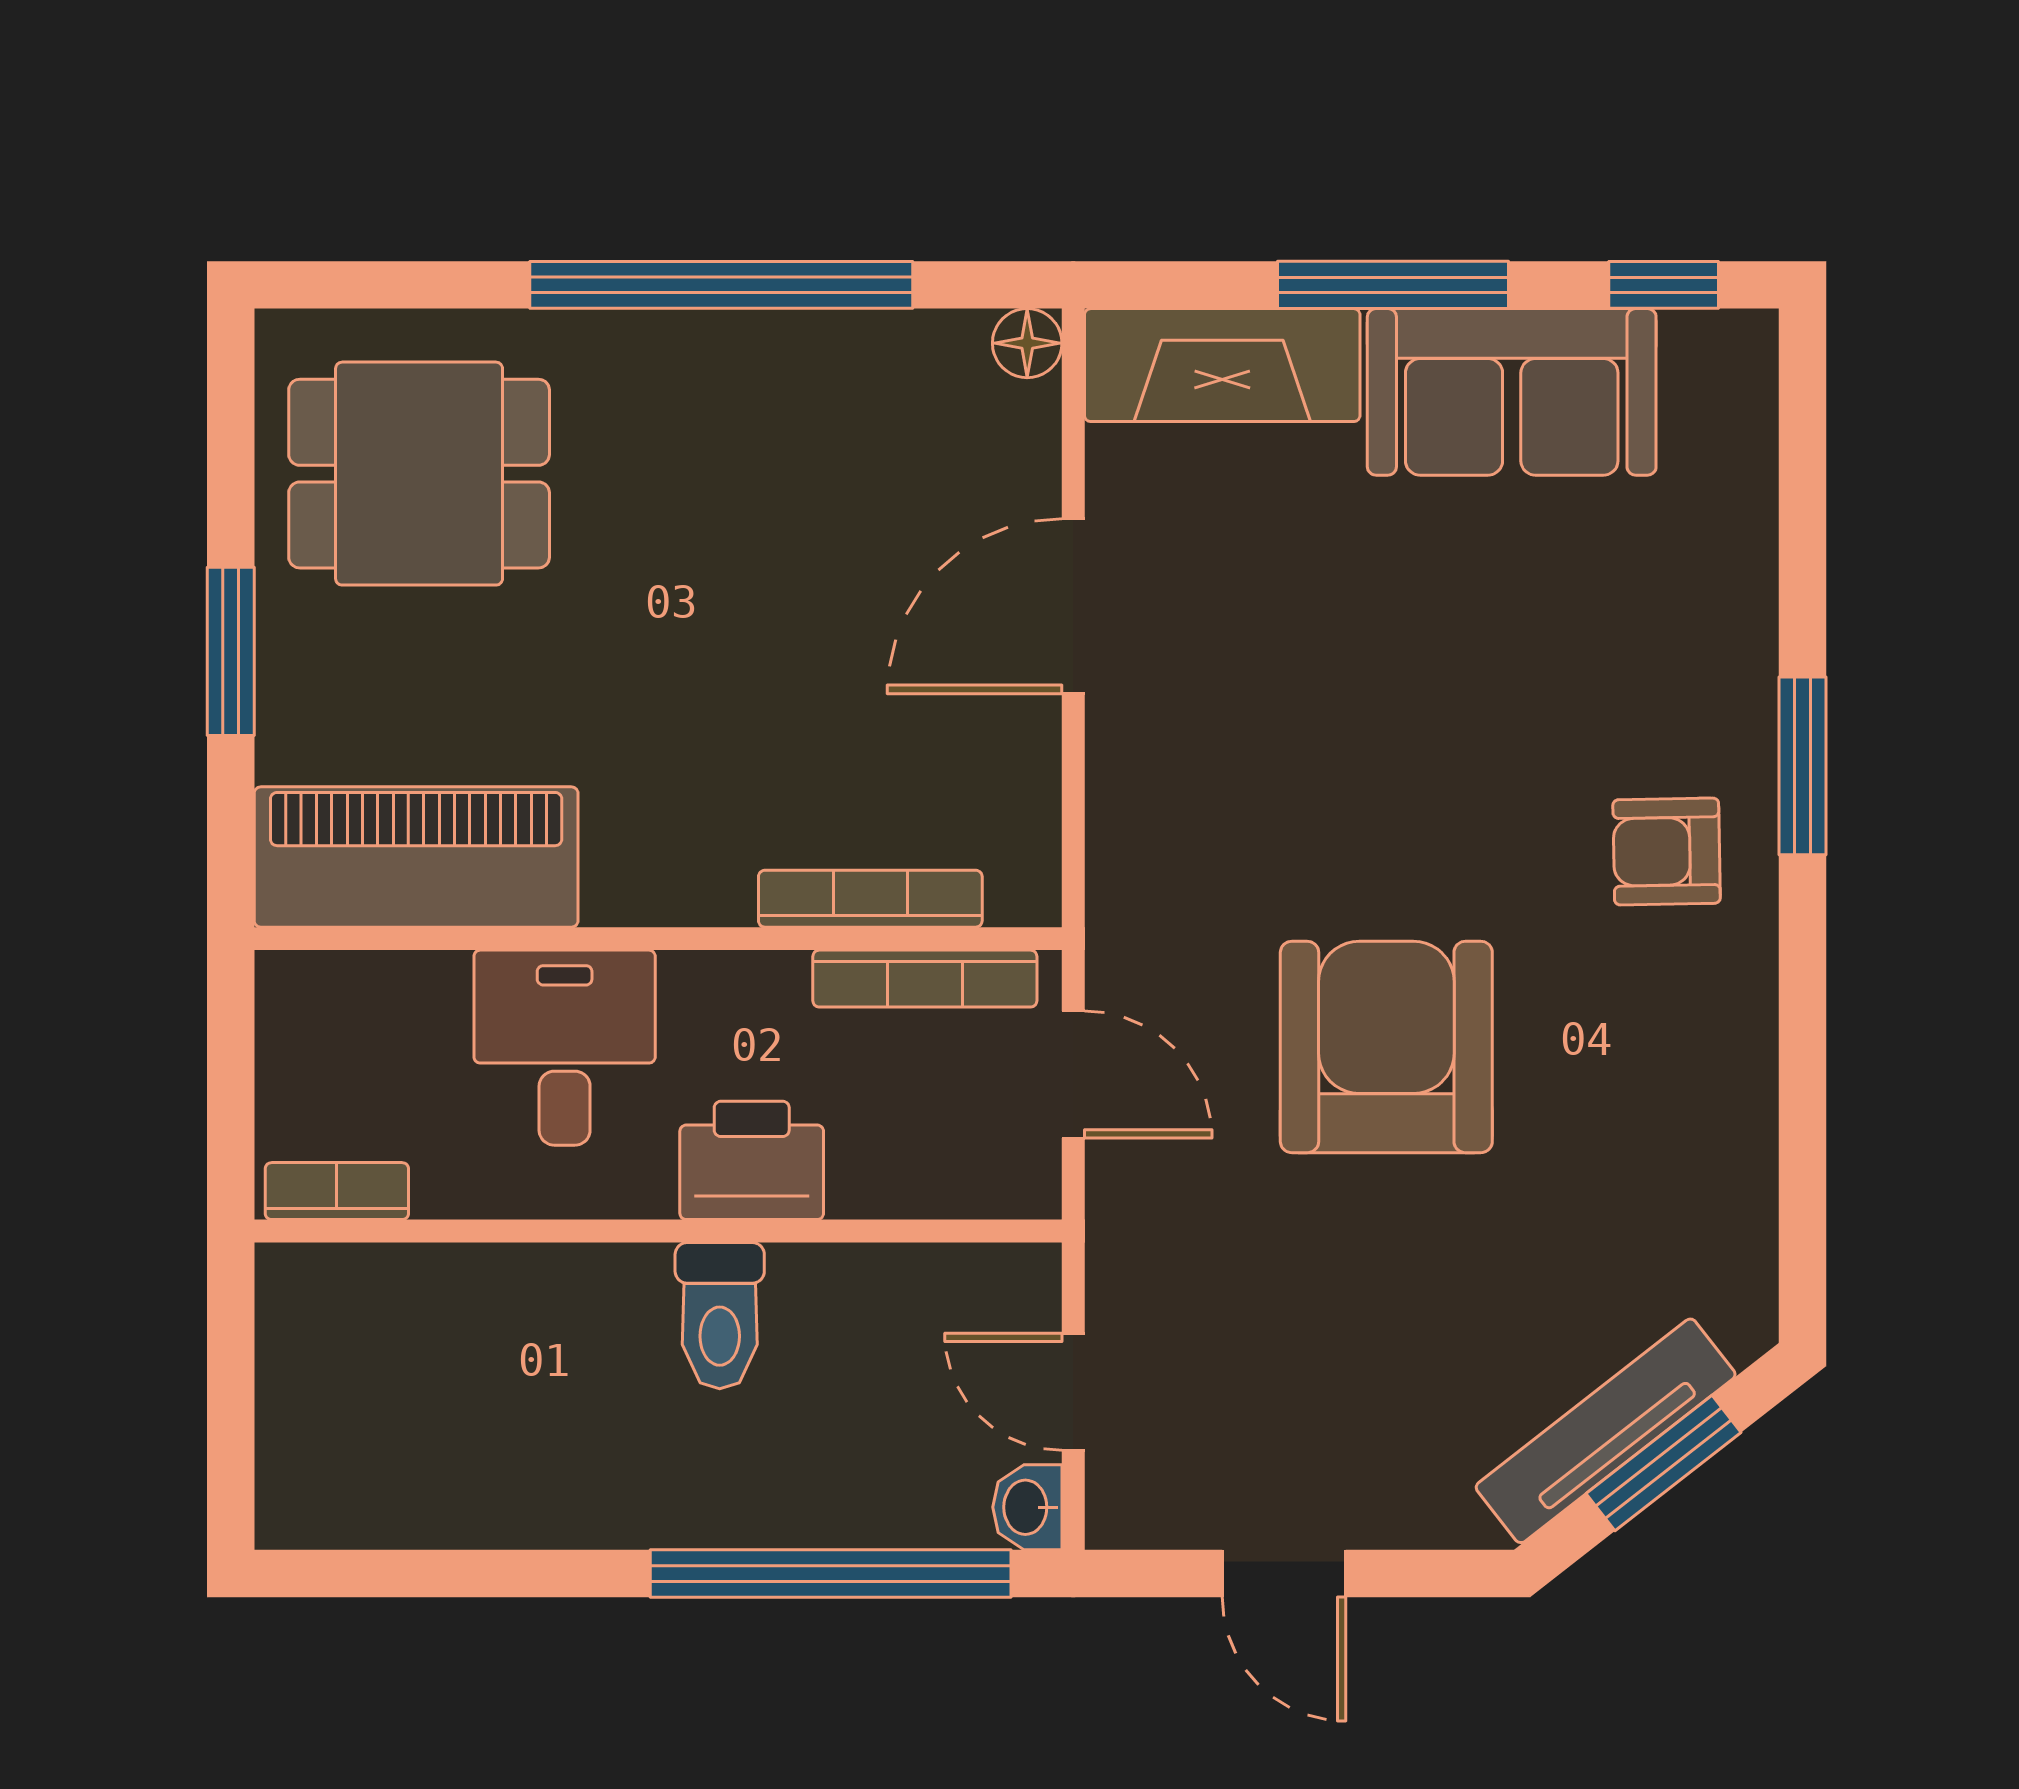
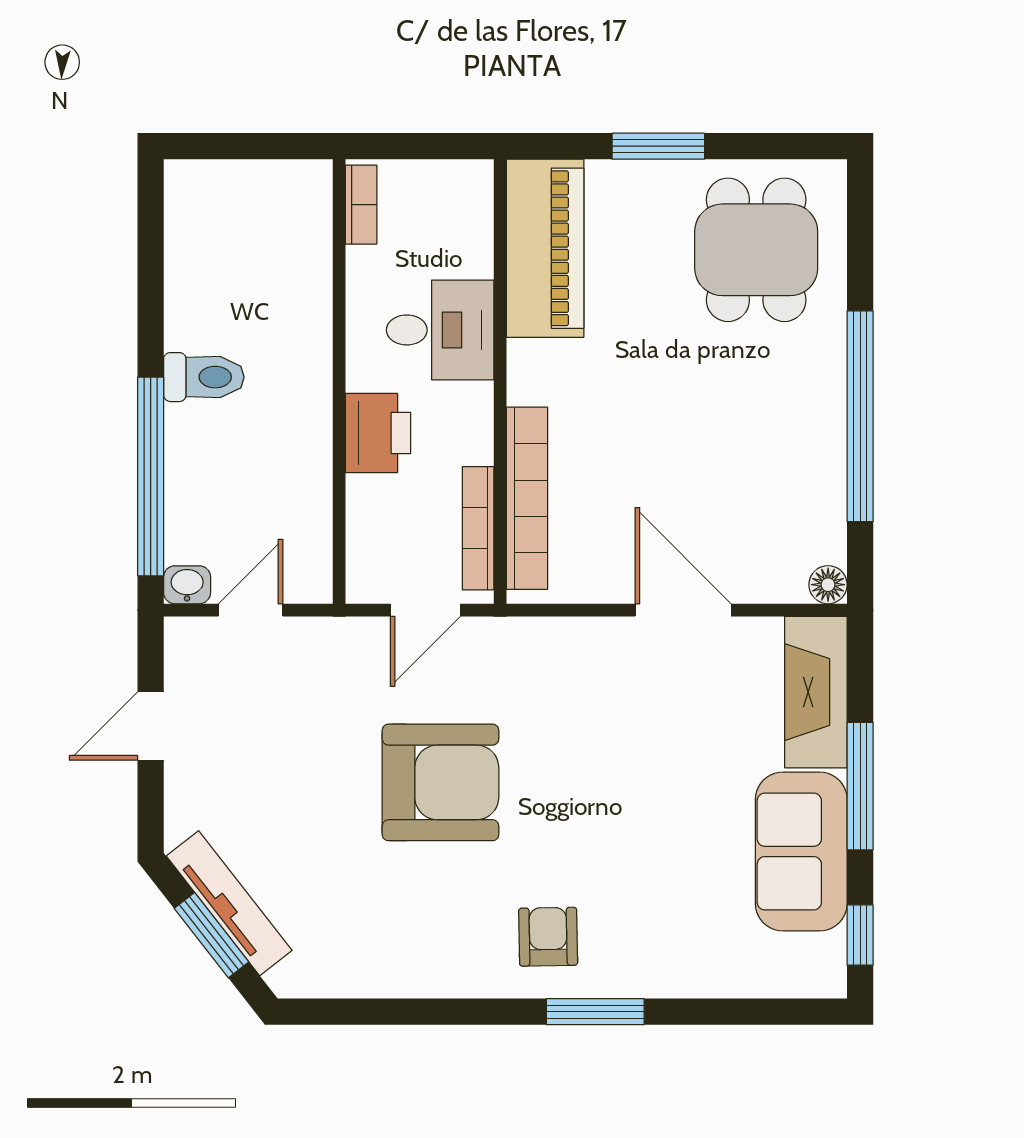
bookcase: (870, 899) -> (527, 498), width x1.48, depth x1.31
toilet: (720, 1316) -> (204, 377), moved, turned 180

